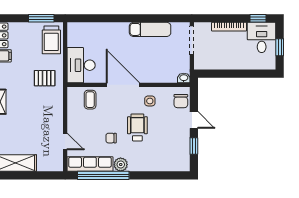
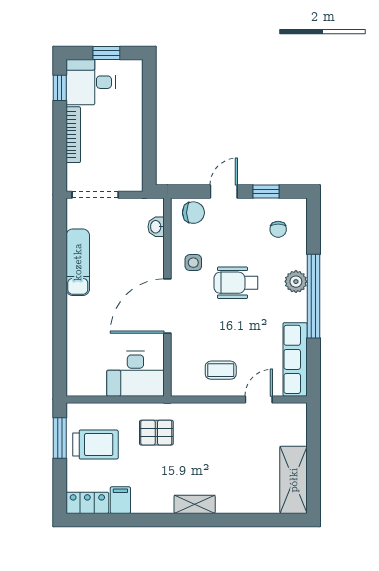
trolley: (51, 40) -> (96, 445), moved
pallet: (45, 78) -> (156, 433), turned 90
washbasin: (184, 78) -> (156, 227), moved
coffee table: (90, 100) -> (221, 370), moved
chair: (111, 138) -> (278, 229), moved
plant: (121, 165) -> (296, 282), moved
window: (103, 175) -> (313, 296), moved

